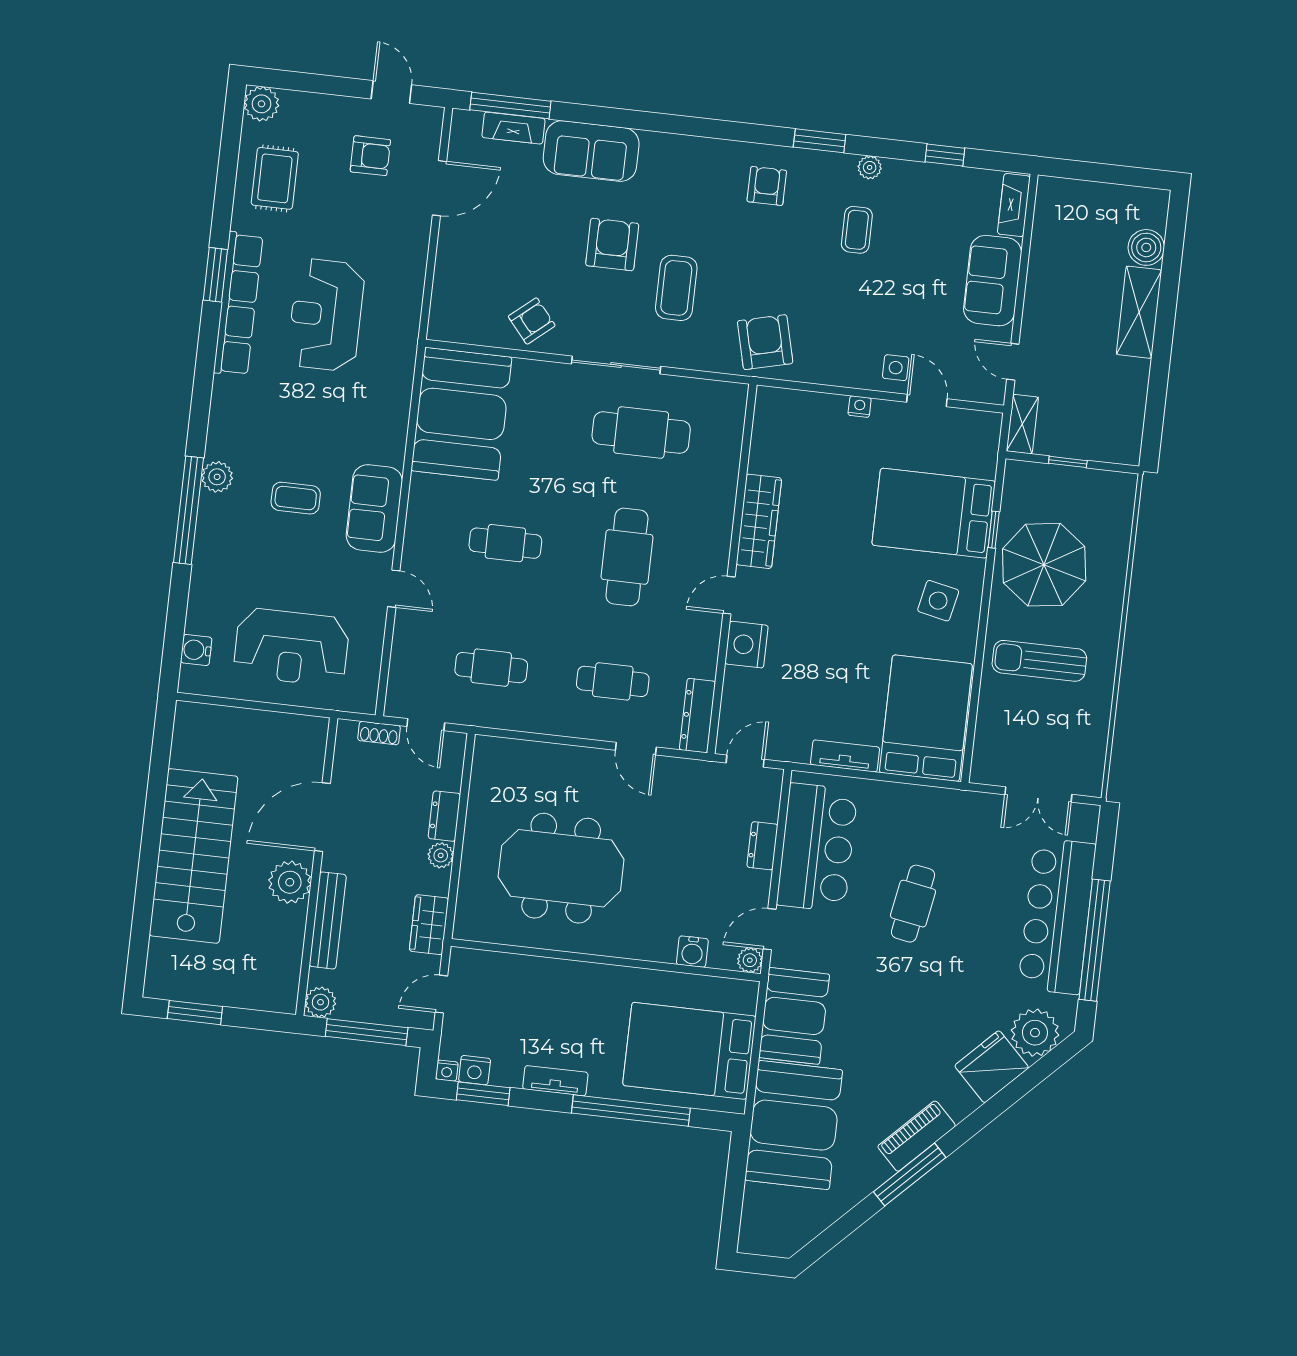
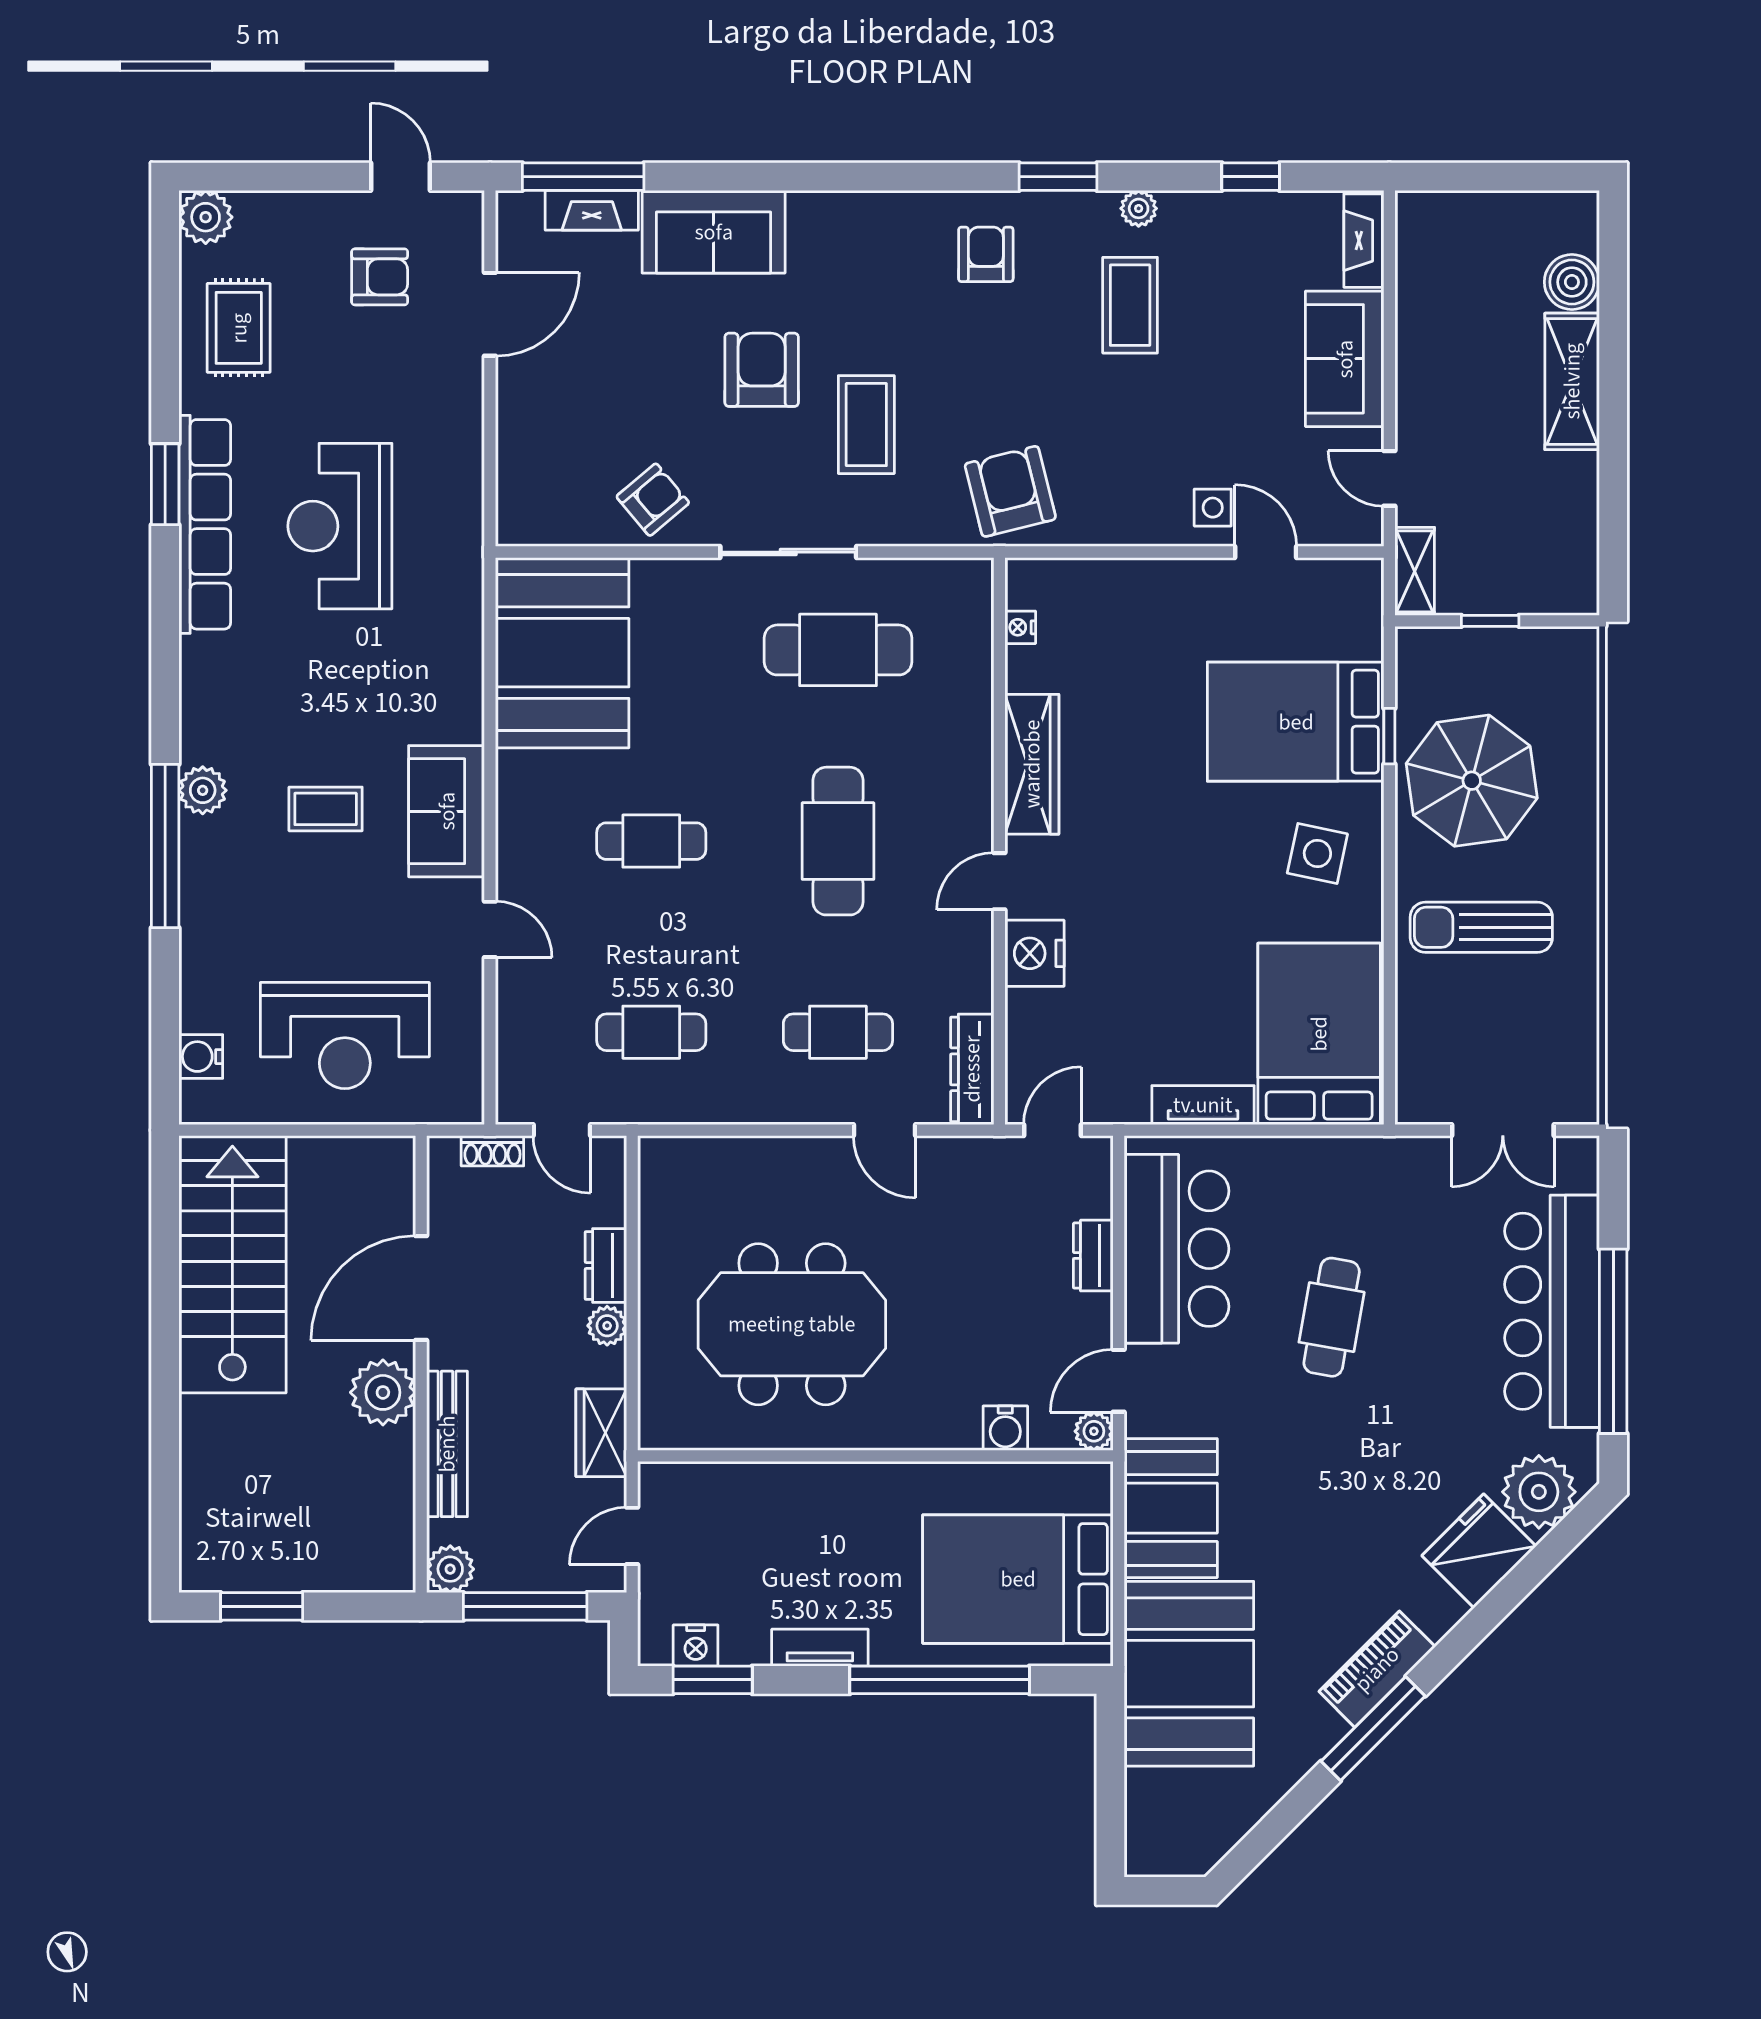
coffee table: (857, 230) -> (1130, 305), width x1.36, depth x1.30
nightstand: (860, 407) -> (1020, 627), moved, turned -90
stairs: (194, 856) -> (232, 1264), moved
nightstand: (447, 1071) -> (654, 1651), removed

